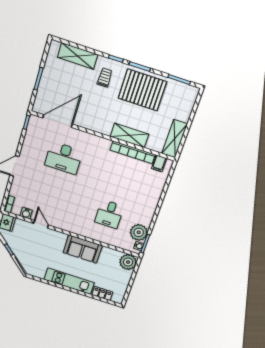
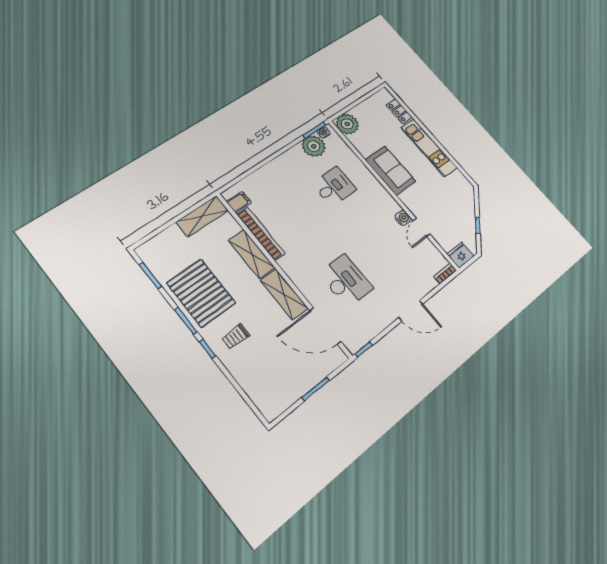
shelving: (78, 56) -> (284, 294), moved
water cooler: (26, 213) -> (403, 218), moved

